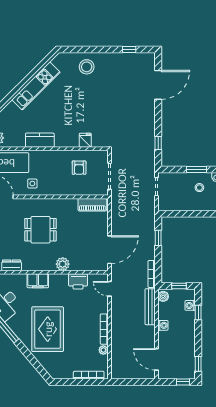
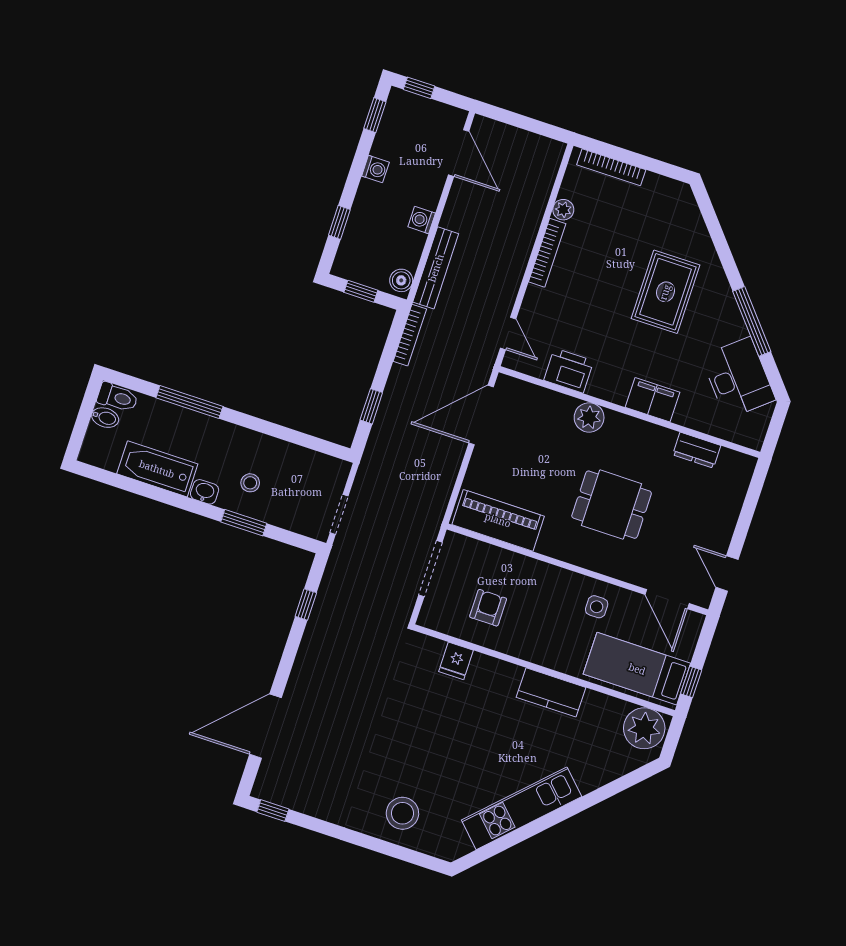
window: (129, 50) -> (273, 811), moved
piano: (92, 205) -> (498, 520), width x1.37, depth x1.33
washing machine: (190, 305) -> (375, 169), moved
rug: (48, 329) -> (665, 292), width x0.73, depth x0.69

